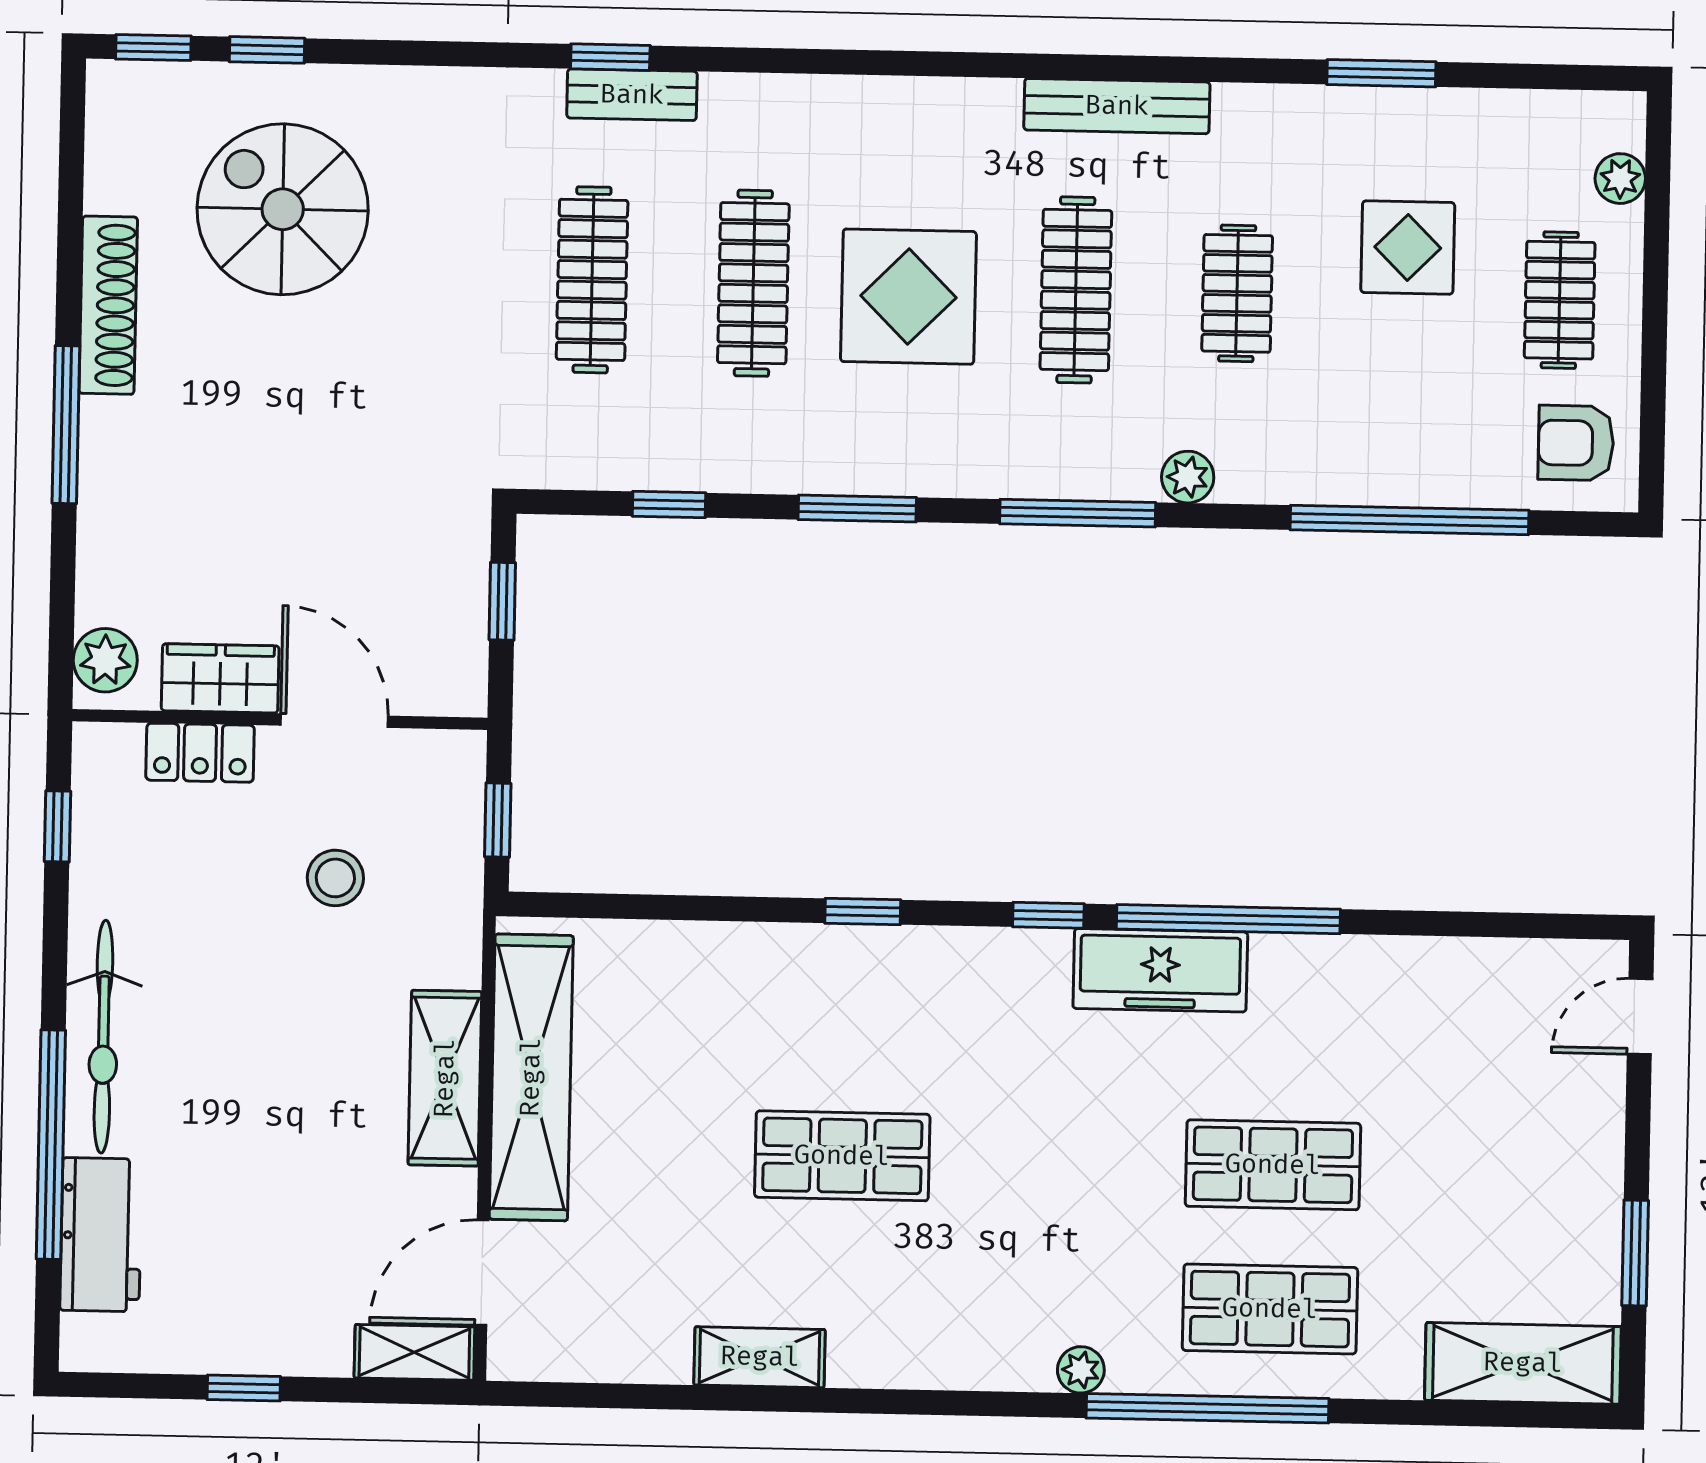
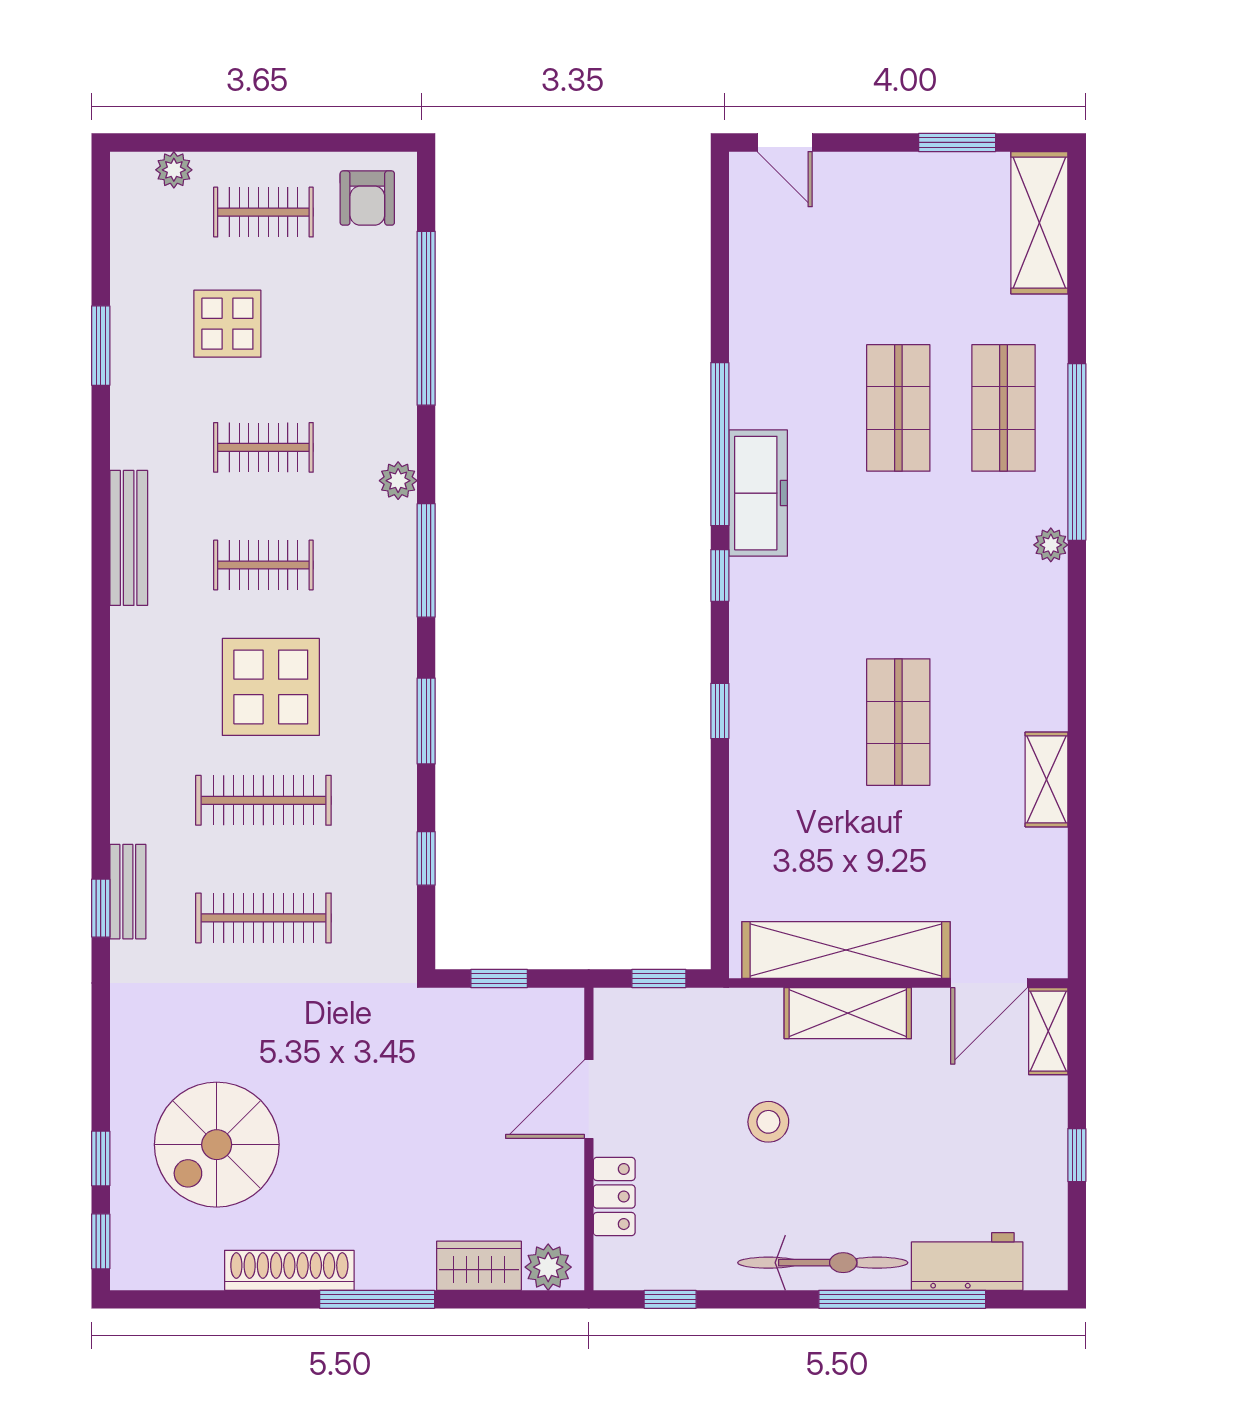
clothes rail: (1076, 290) -> (263, 565), width x0.73
wardrobe: (220, 678) -> (479, 1266), moved, turned 90
stool: (335, 878) -> (768, 1122), moved
door: (482, 1273) -> (989, 983), hinge flipped

